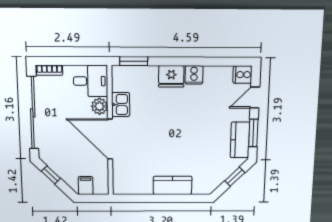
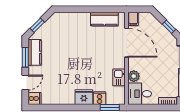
cooker: (194, 75) -> (100, 98), moved
door: (110, 139) -> (127, 43), moved
kitchen counter: (173, 185) -> (104, 19), moved
filing cabinet: (86, 186) -> (133, 19), moved

